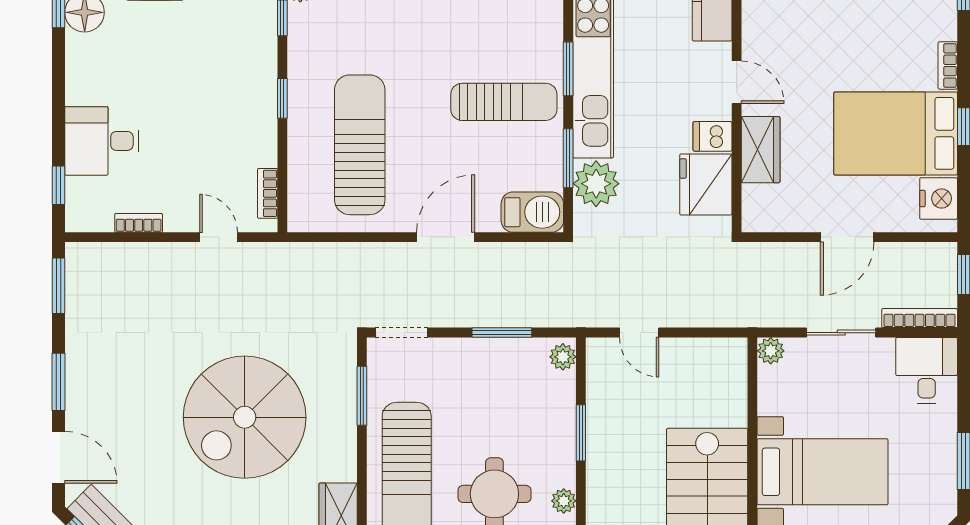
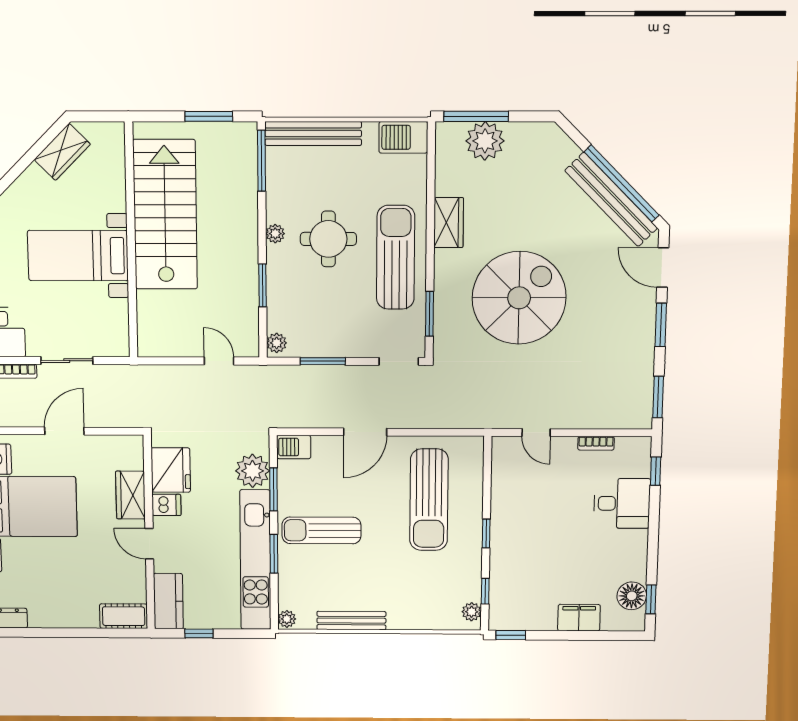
bookcase: (268, 193) -> (498, 465), removed
barbecue: (532, 212) -> (294, 447), width x0.73, depth x0.79
plant: (771, 351) -> (120, 347), removed

